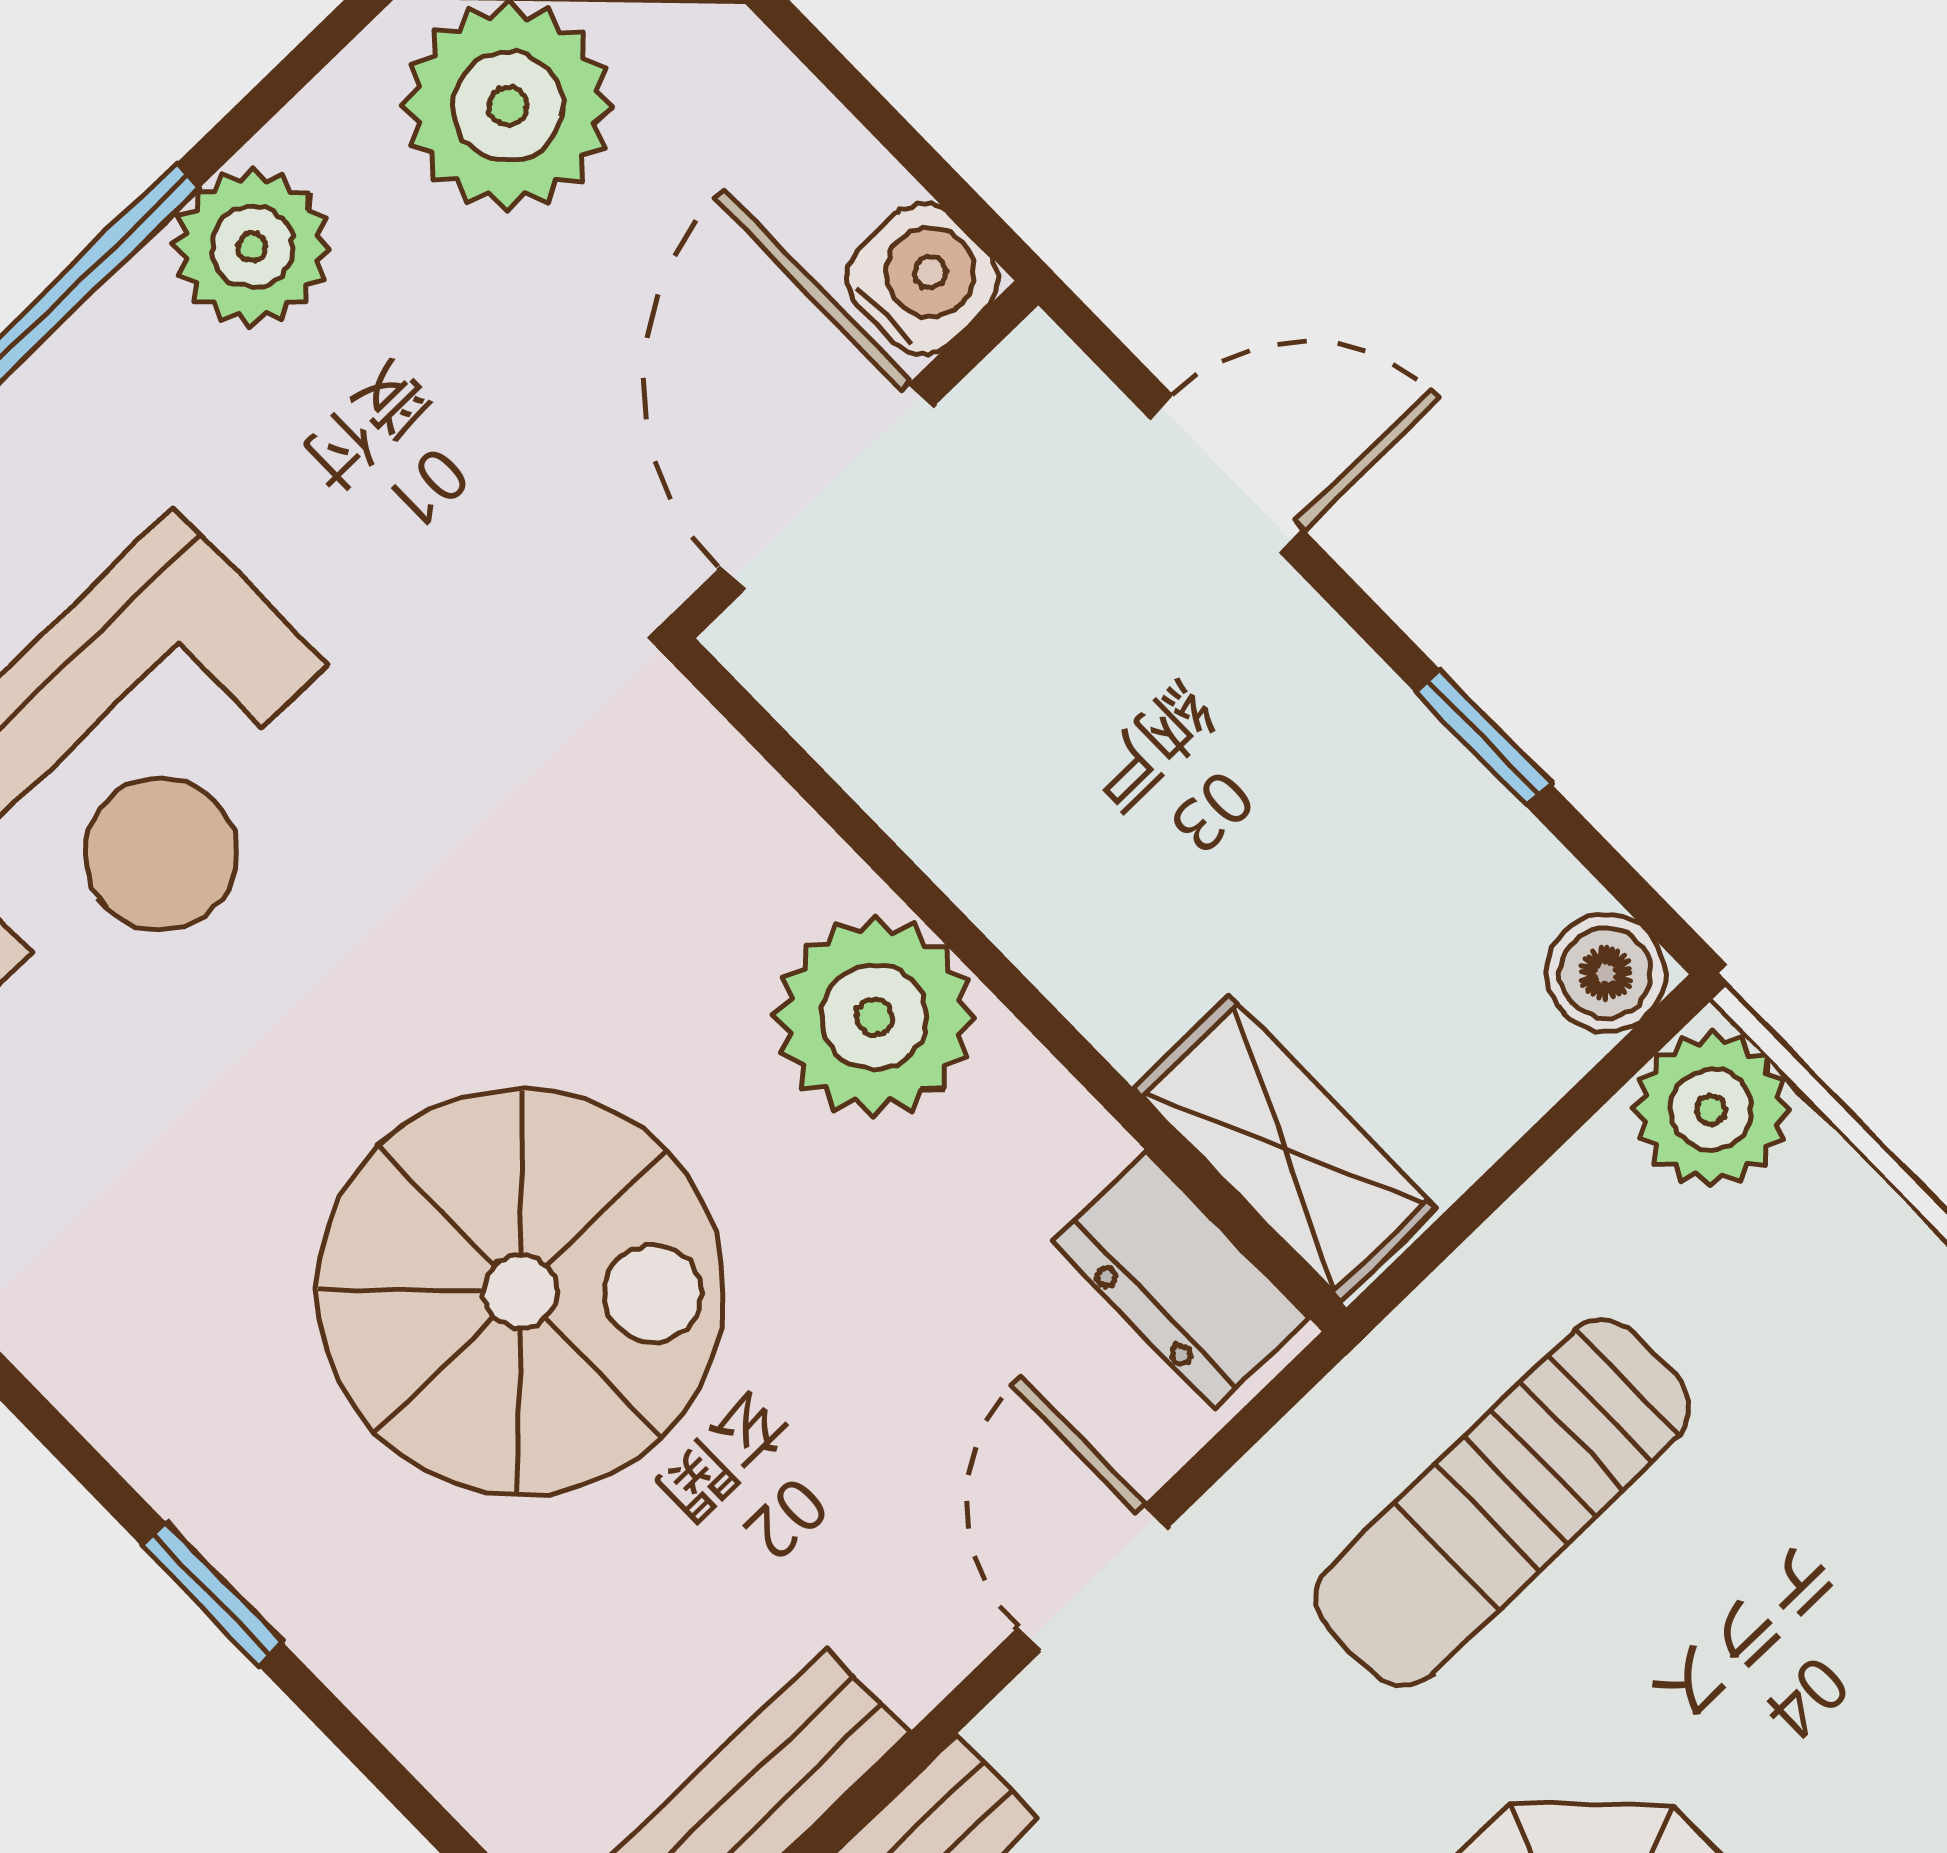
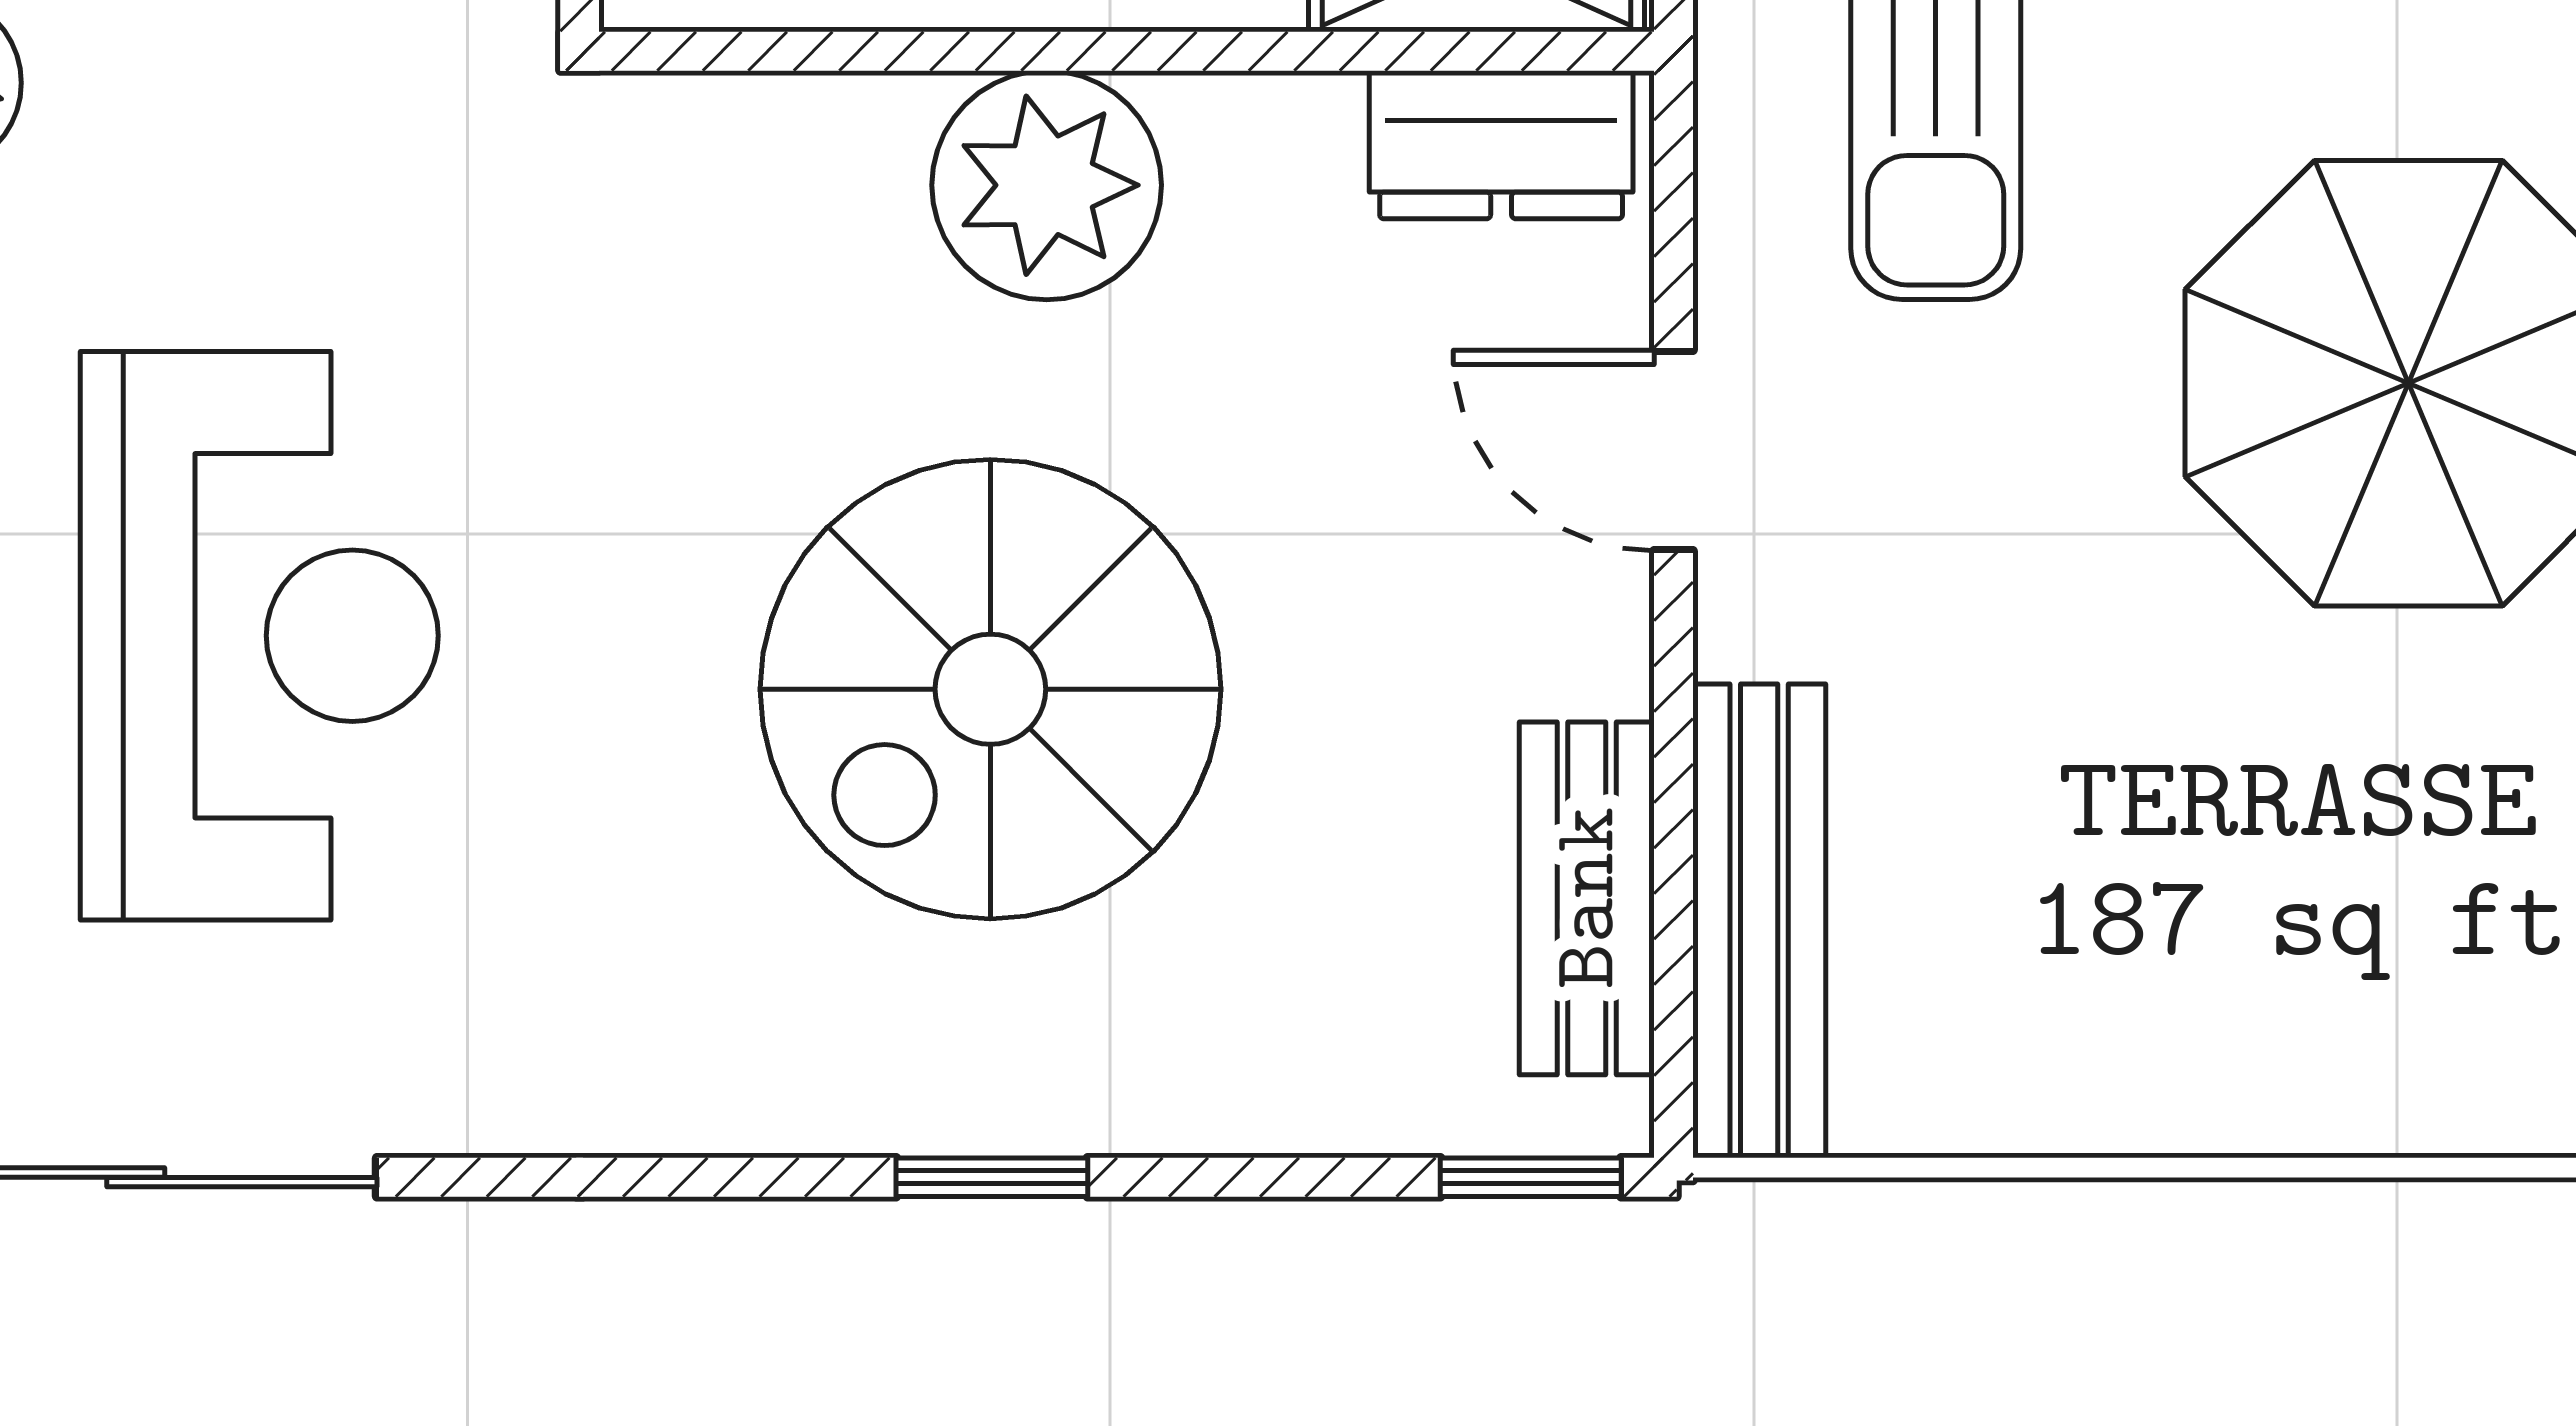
spiral stairs: (520, 1292) -> (990, 689), turned 180

